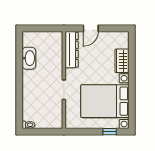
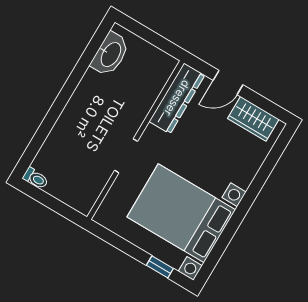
washbasin: (29, 58) -> (110, 54), moved
wardrobe: (122, 61) -> (253, 119), moved, turned -90

